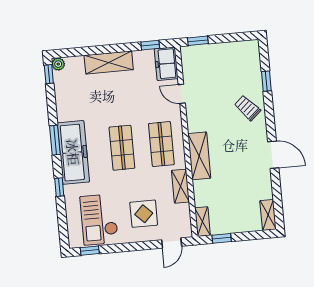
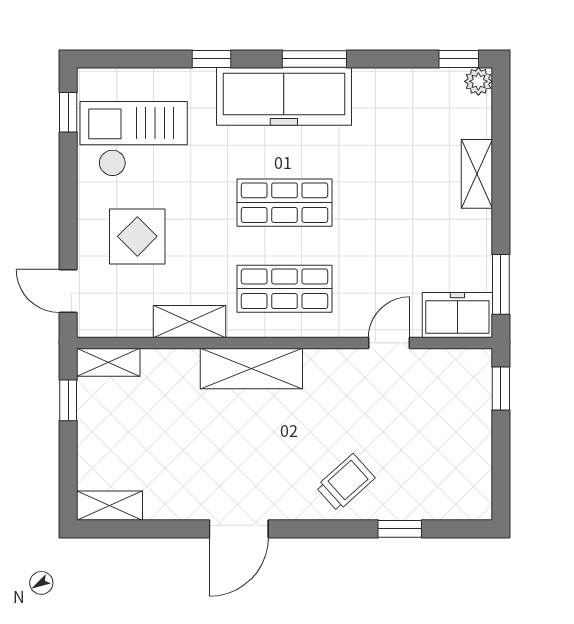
window: (150, 45) -> (501, 284), width x1.50
shelving: (109, 62) -> (477, 174), width x0.67, depth x0.75

